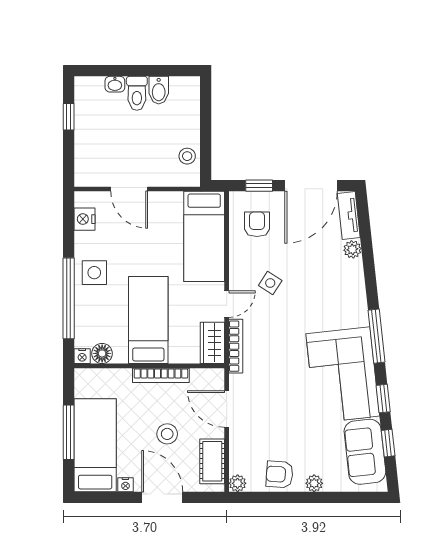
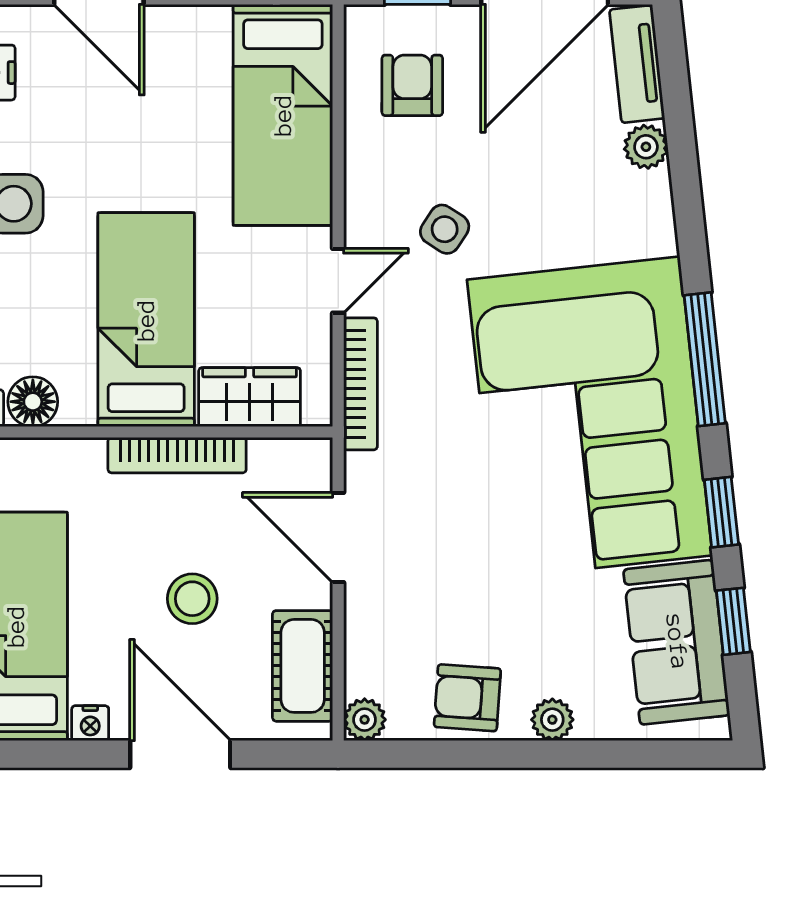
wardrobe: (212, 343) -> (250, 397), moved, turned 90
corner sofa: (343, 375) -> (590, 417), width x1.36, depth x1.36

